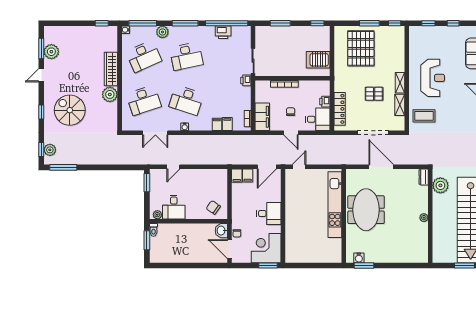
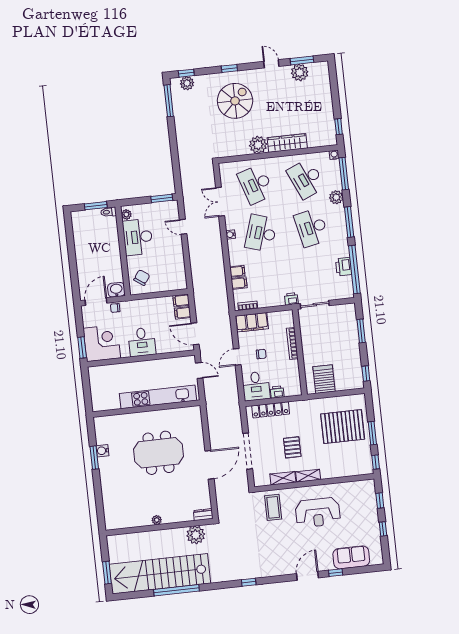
kitchen unit: (335, 205) -> (158, 397), moved
desk: (174, 207) -> (138, 237), width x1.37
wall: (344, 216) -> (146, 409), moved

